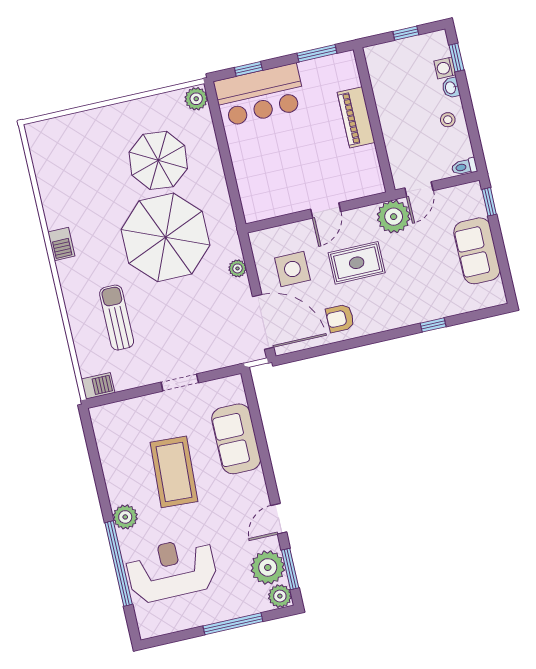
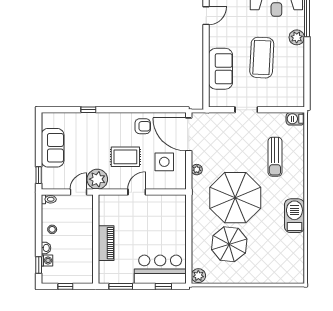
barbecue: (61, 244) -> (294, 216), width x1.88, depth x1.53

